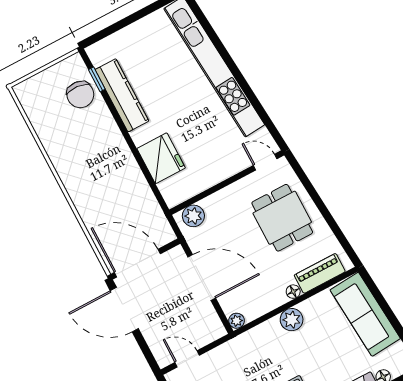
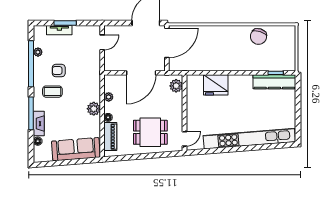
chair: (80, 95) -> (258, 36), moved, turned -77
kitchen counter: (122, 95) -> (274, 82), moved
plant: (237, 321) -> (109, 97), moved

